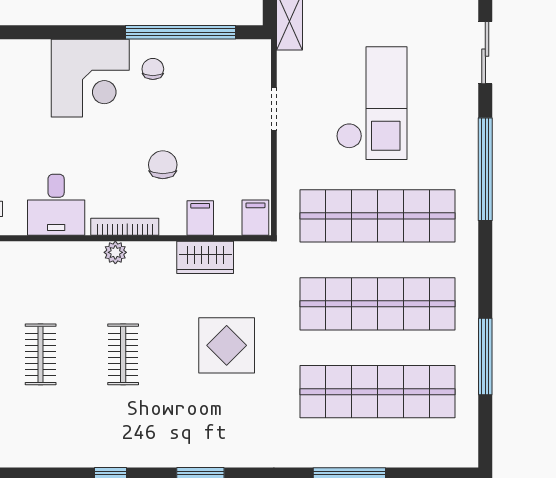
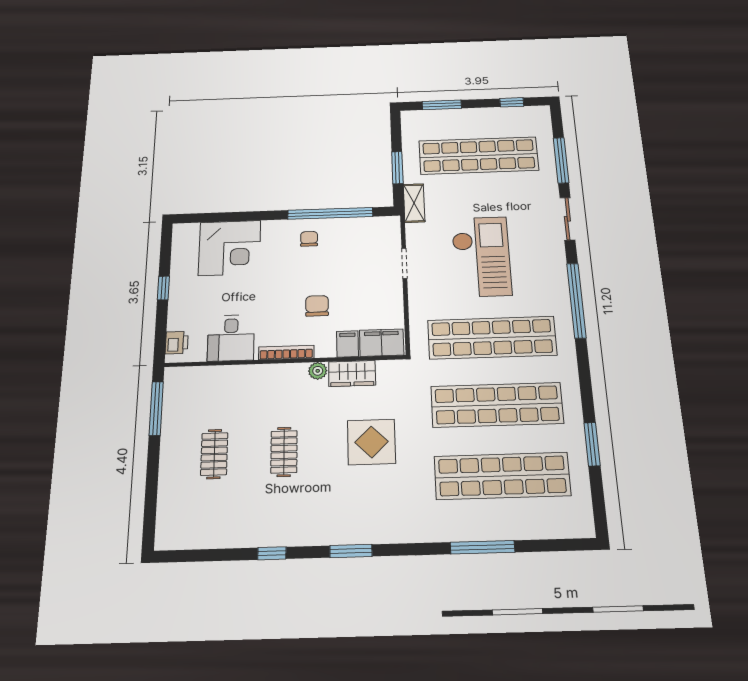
corner desk: (90, 78) -> (230, 248), moved
filing cabinet: (255, 218) -> (382, 343), width x2.00
plant: (115, 252) -> (318, 371), moved
window: (485, 357) -> (592, 444), width x0.69

